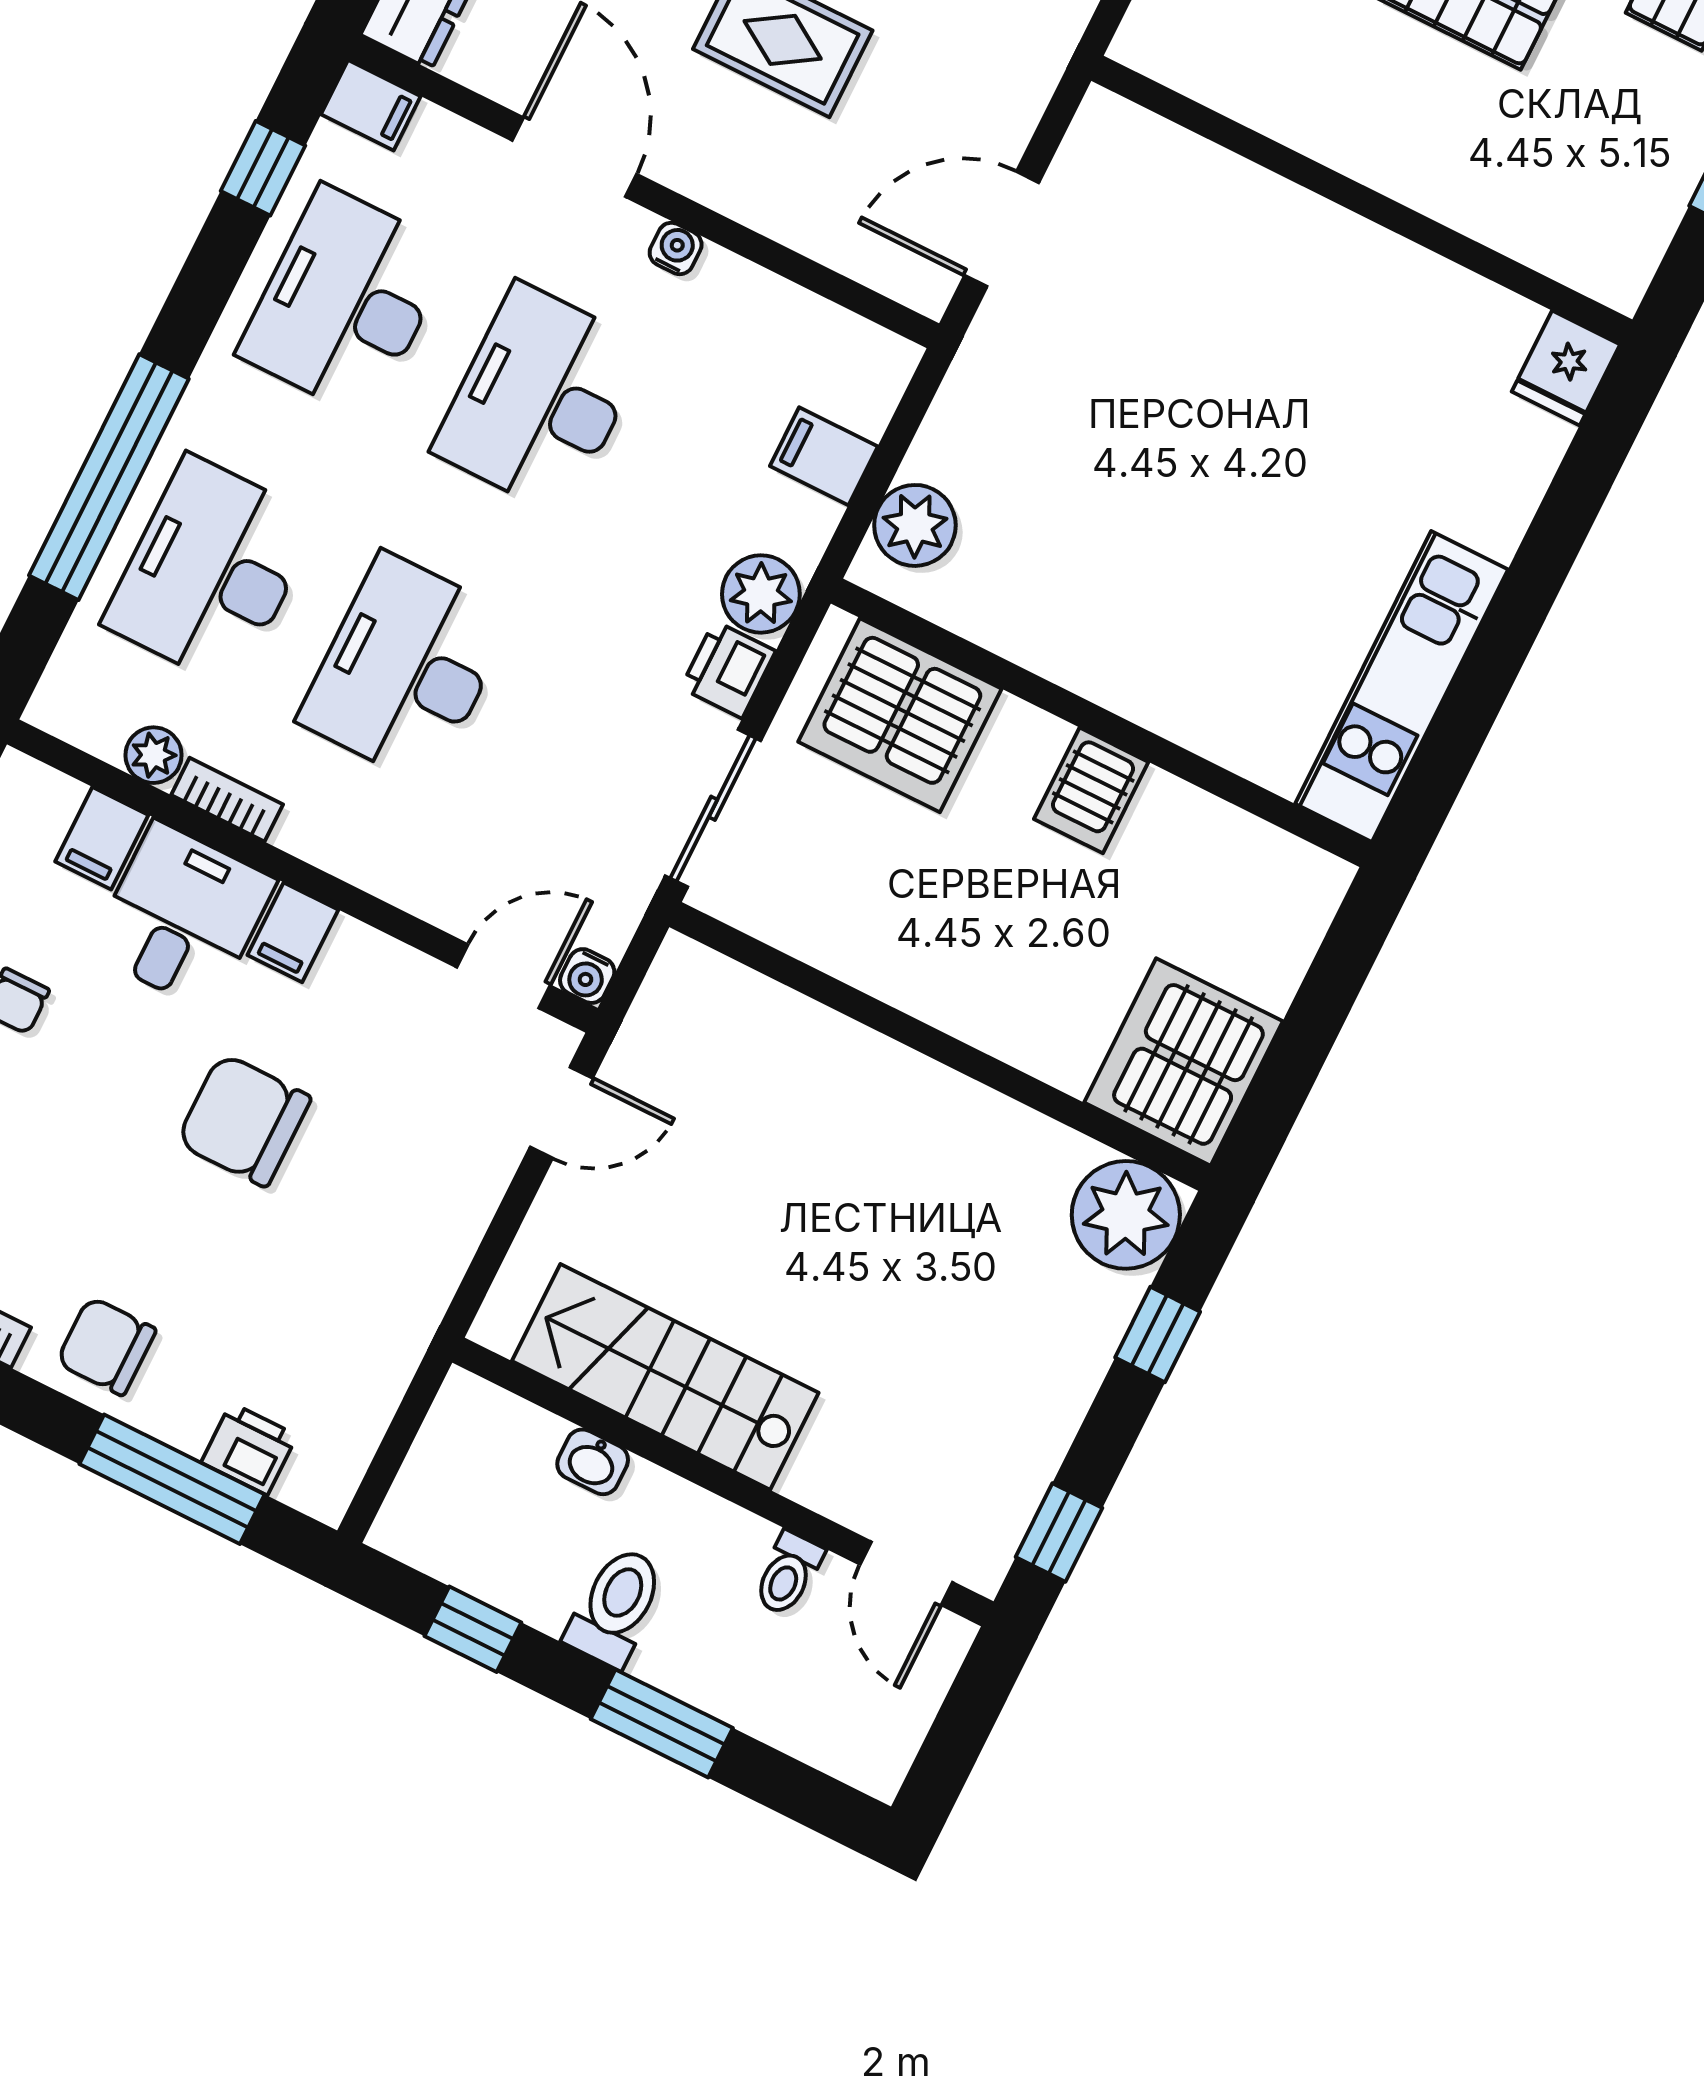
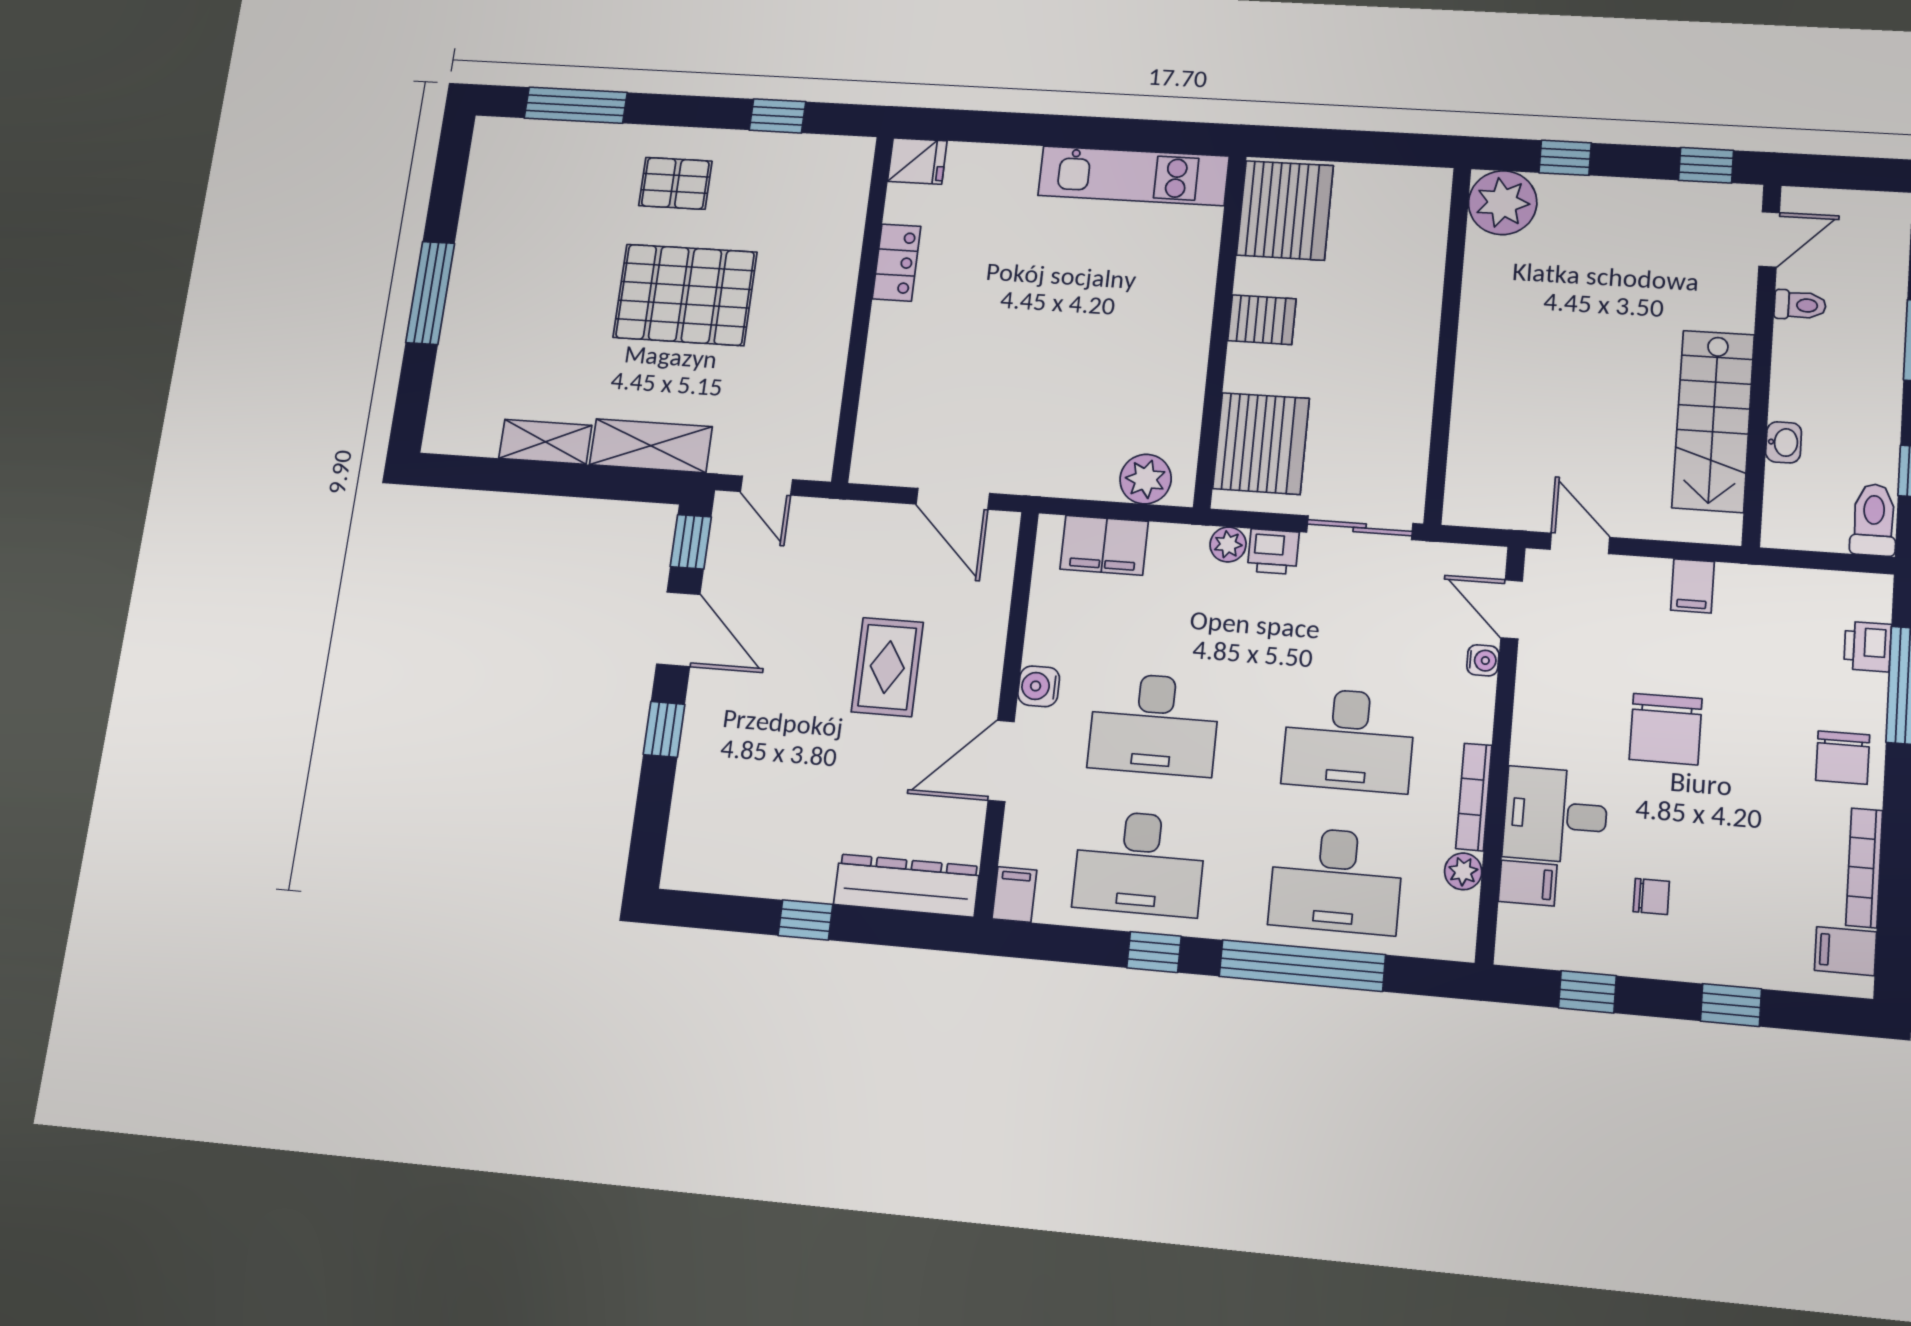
window: (263, 168) -> (1154, 952), moved
water cooler: (676, 249) -> (1039, 686), width x1.38, depth x1.38
locker: (1413, 278) -> (897, 263), added
filing cabinet: (824, 456) -> (1104, 545), width x2.00
plant: (761, 594) -> (1228, 544), width x0.73, depth x0.73
bookcase: (227, 800) -> (1474, 797), width x1.56
filing cabinet: (293, 932) -> (1693, 586), moved, turned 90
water cooler: (587, 976) -> (1483, 660), moved
server rack: (1183, 1062) -> (1285, 210), moved, turned -90
toilet: (616, 1607) -> (1874, 520), moved, turned 90

